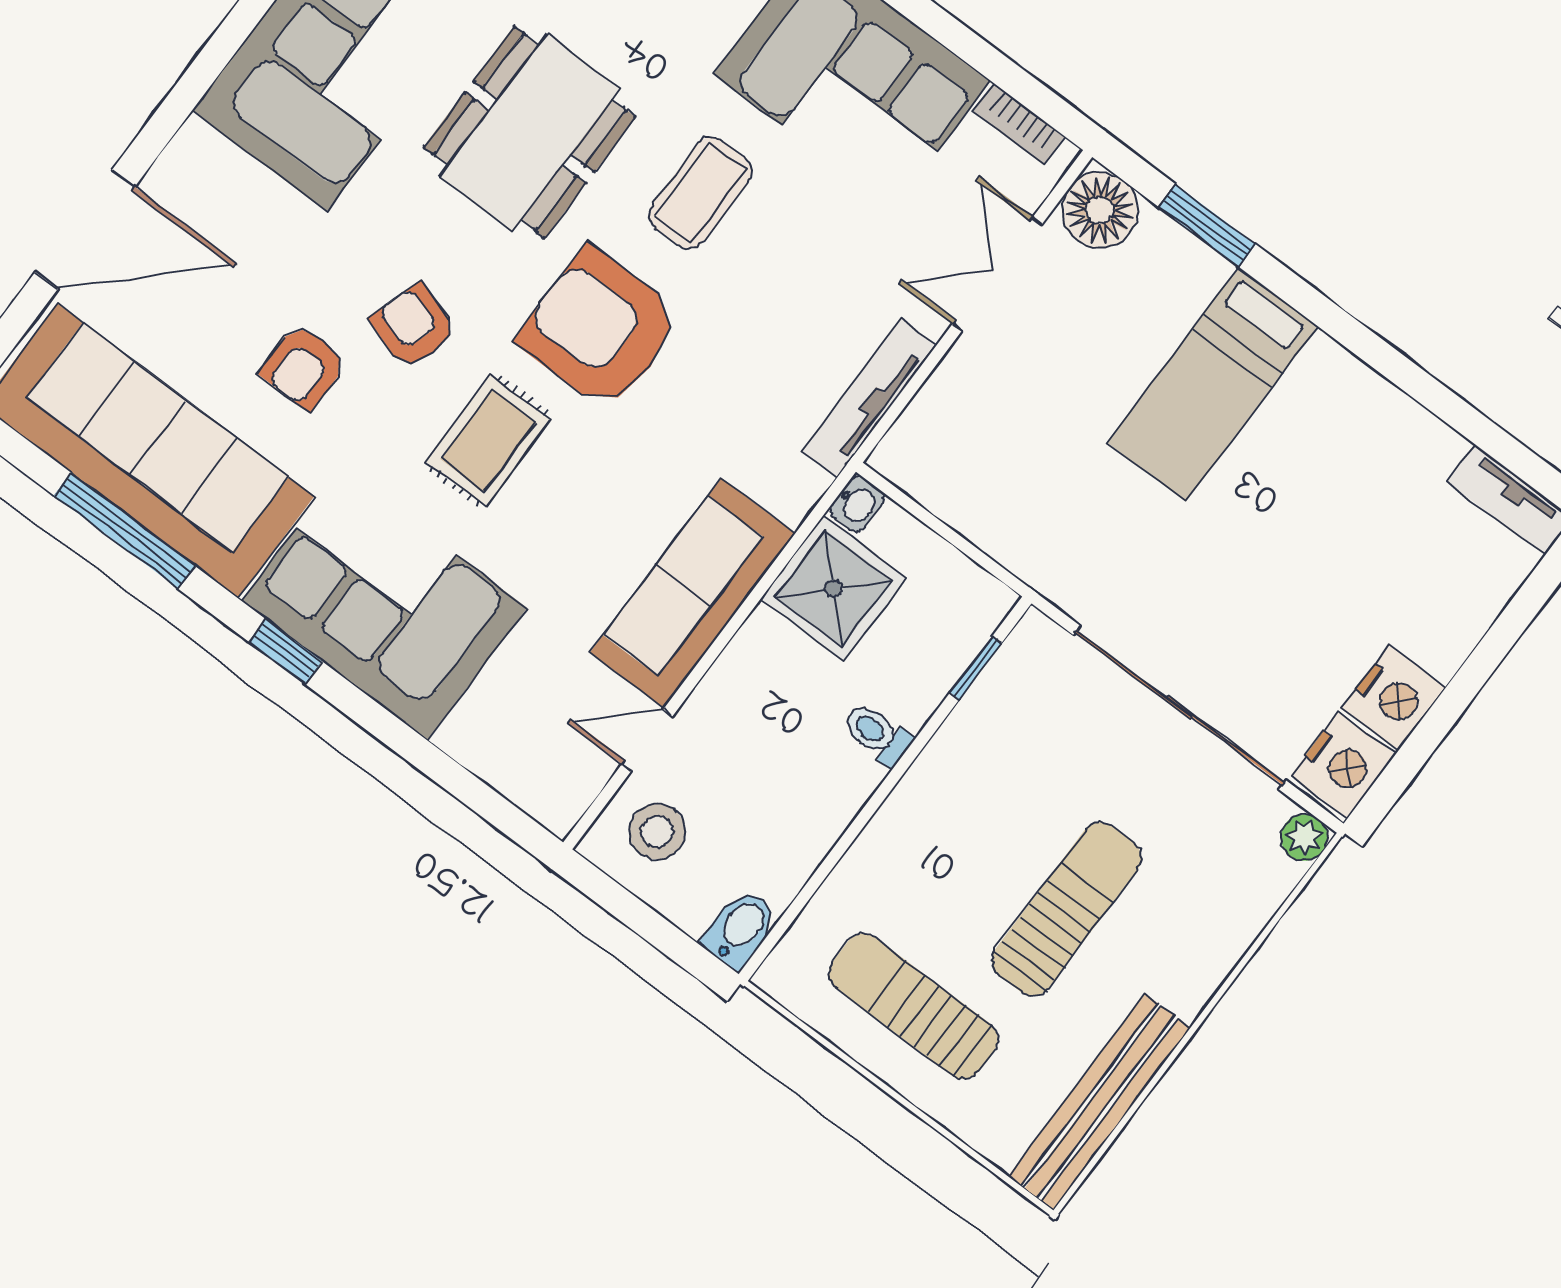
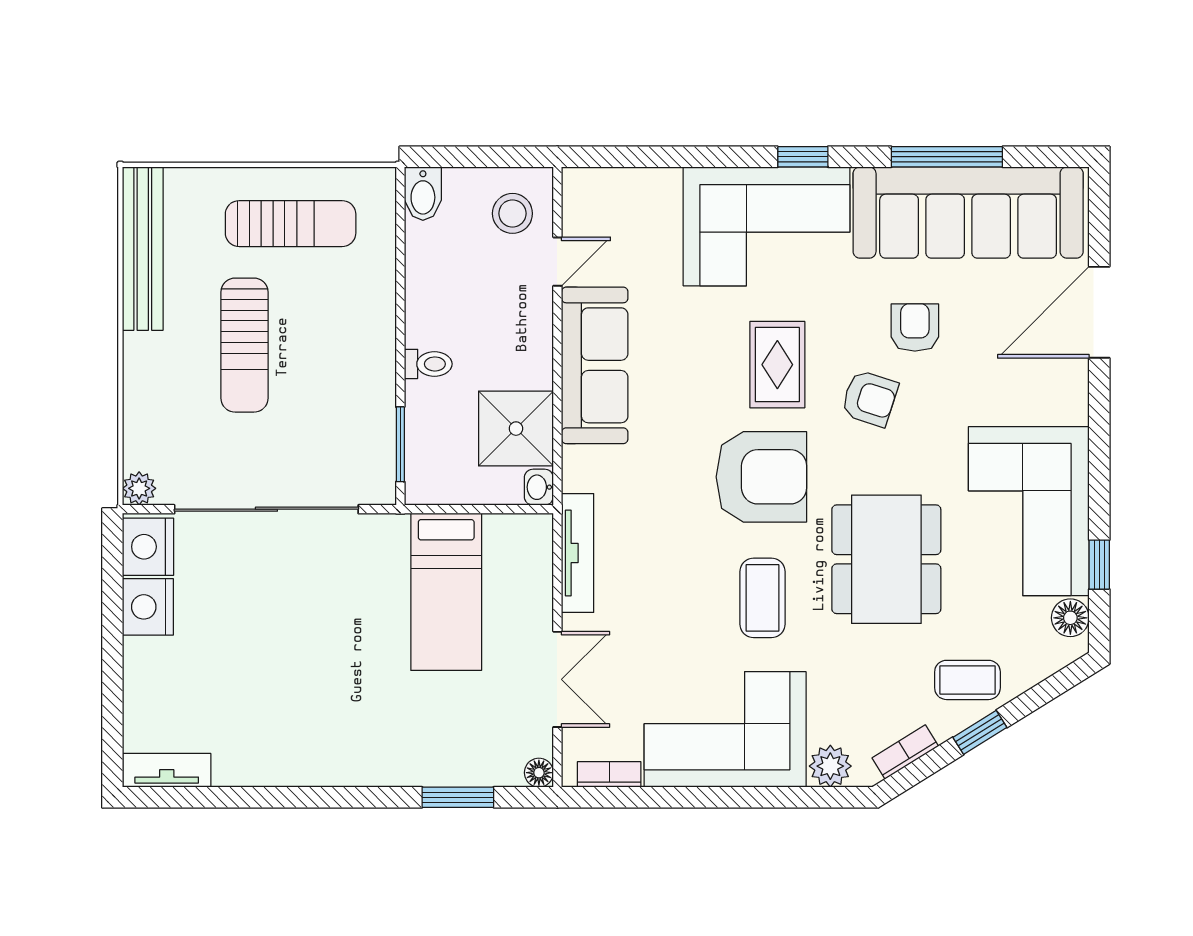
floor lamp: (1100, 210) -> (539, 773), width x0.53, depth x0.53
bed: (1212, 384) -> (446, 592), moved, turned 180
window: (976, 668) -> (400, 444), width x1.50

